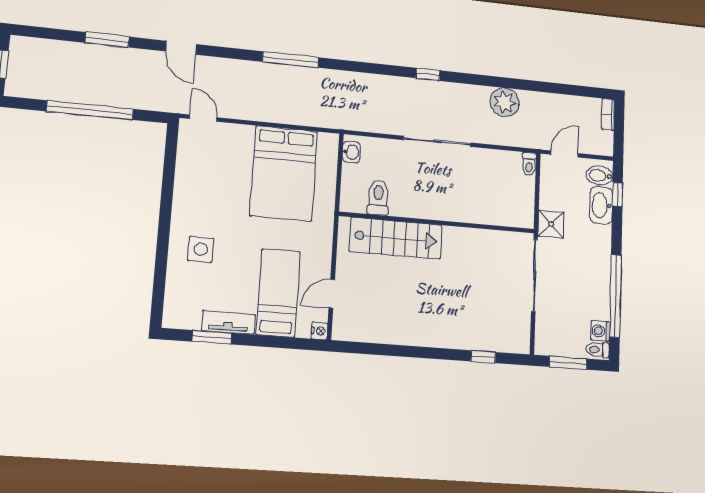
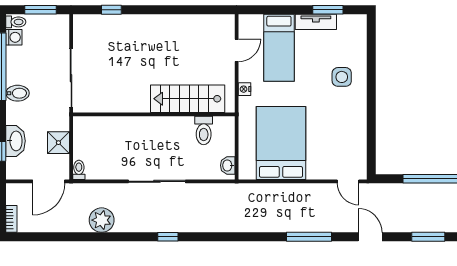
window: (291, 60) -> (309, 237), moved
door: (564, 154) -> (49, 181), width x1.38
bidet: (600, 176) -> (18, 93), moved
shower: (551, 224) -> (58, 143), moved
nightstand: (319, 331) -> (245, 89), moved

